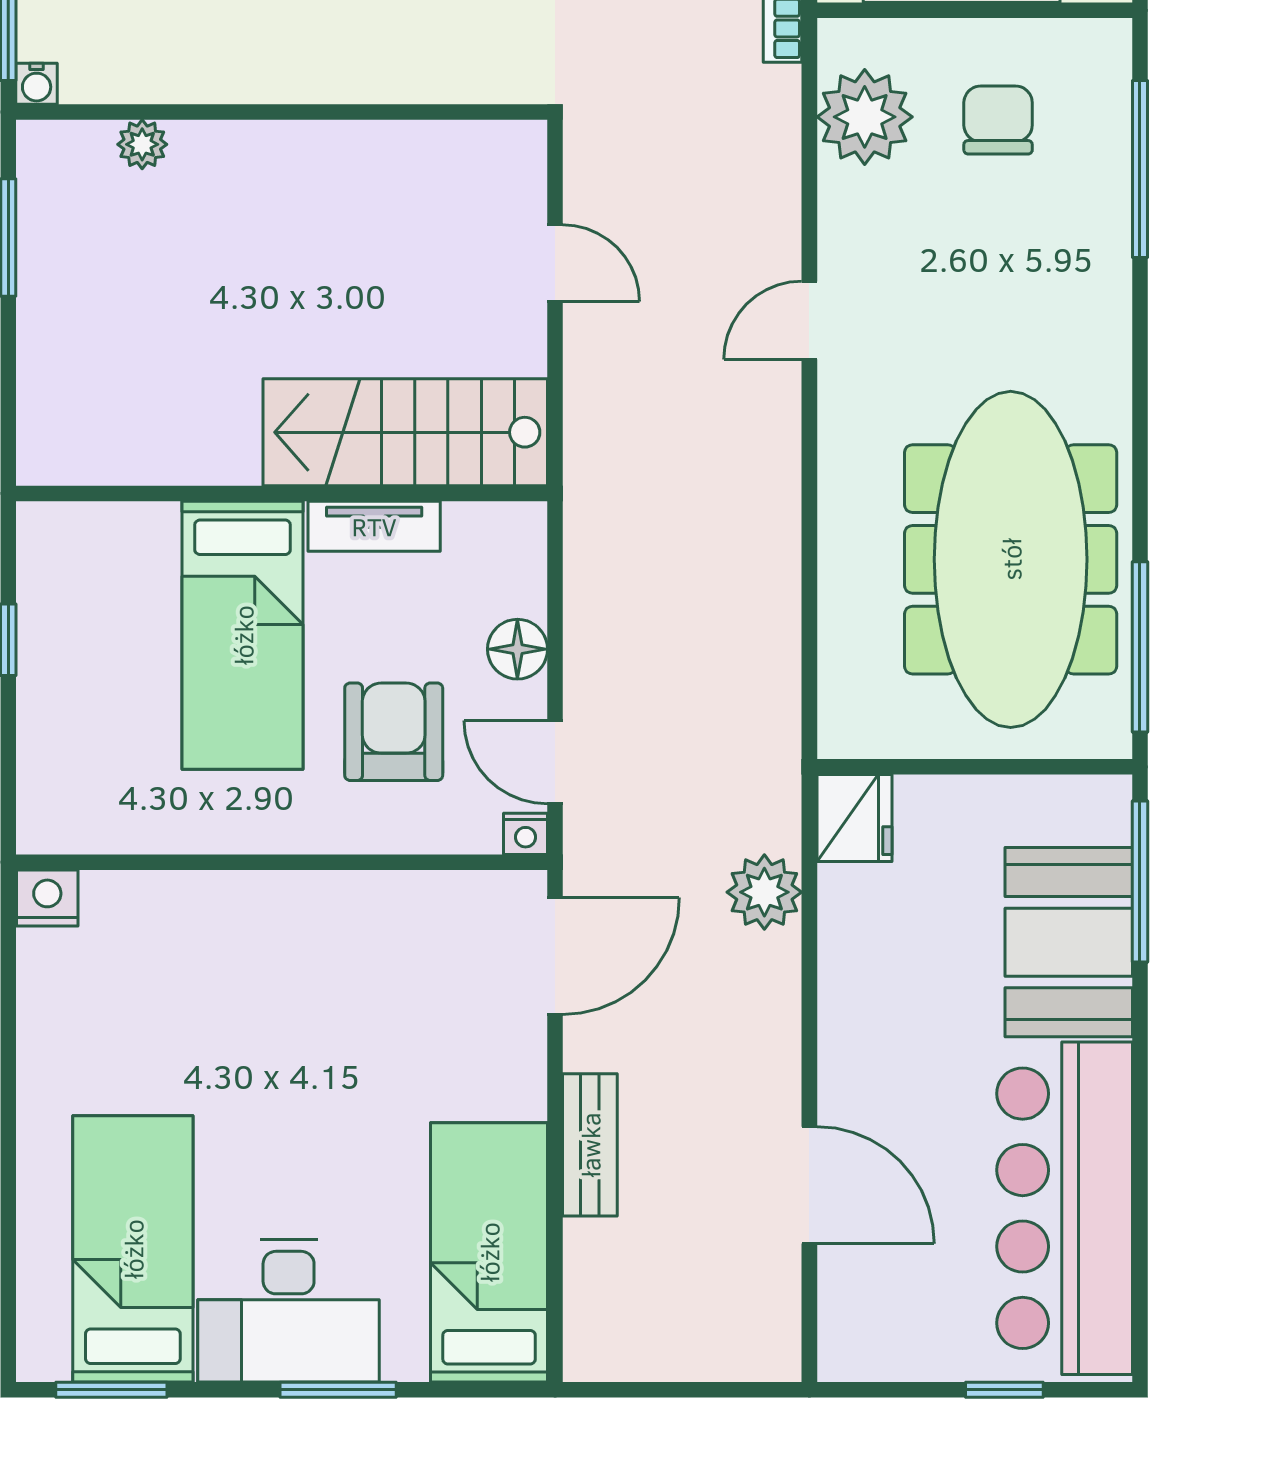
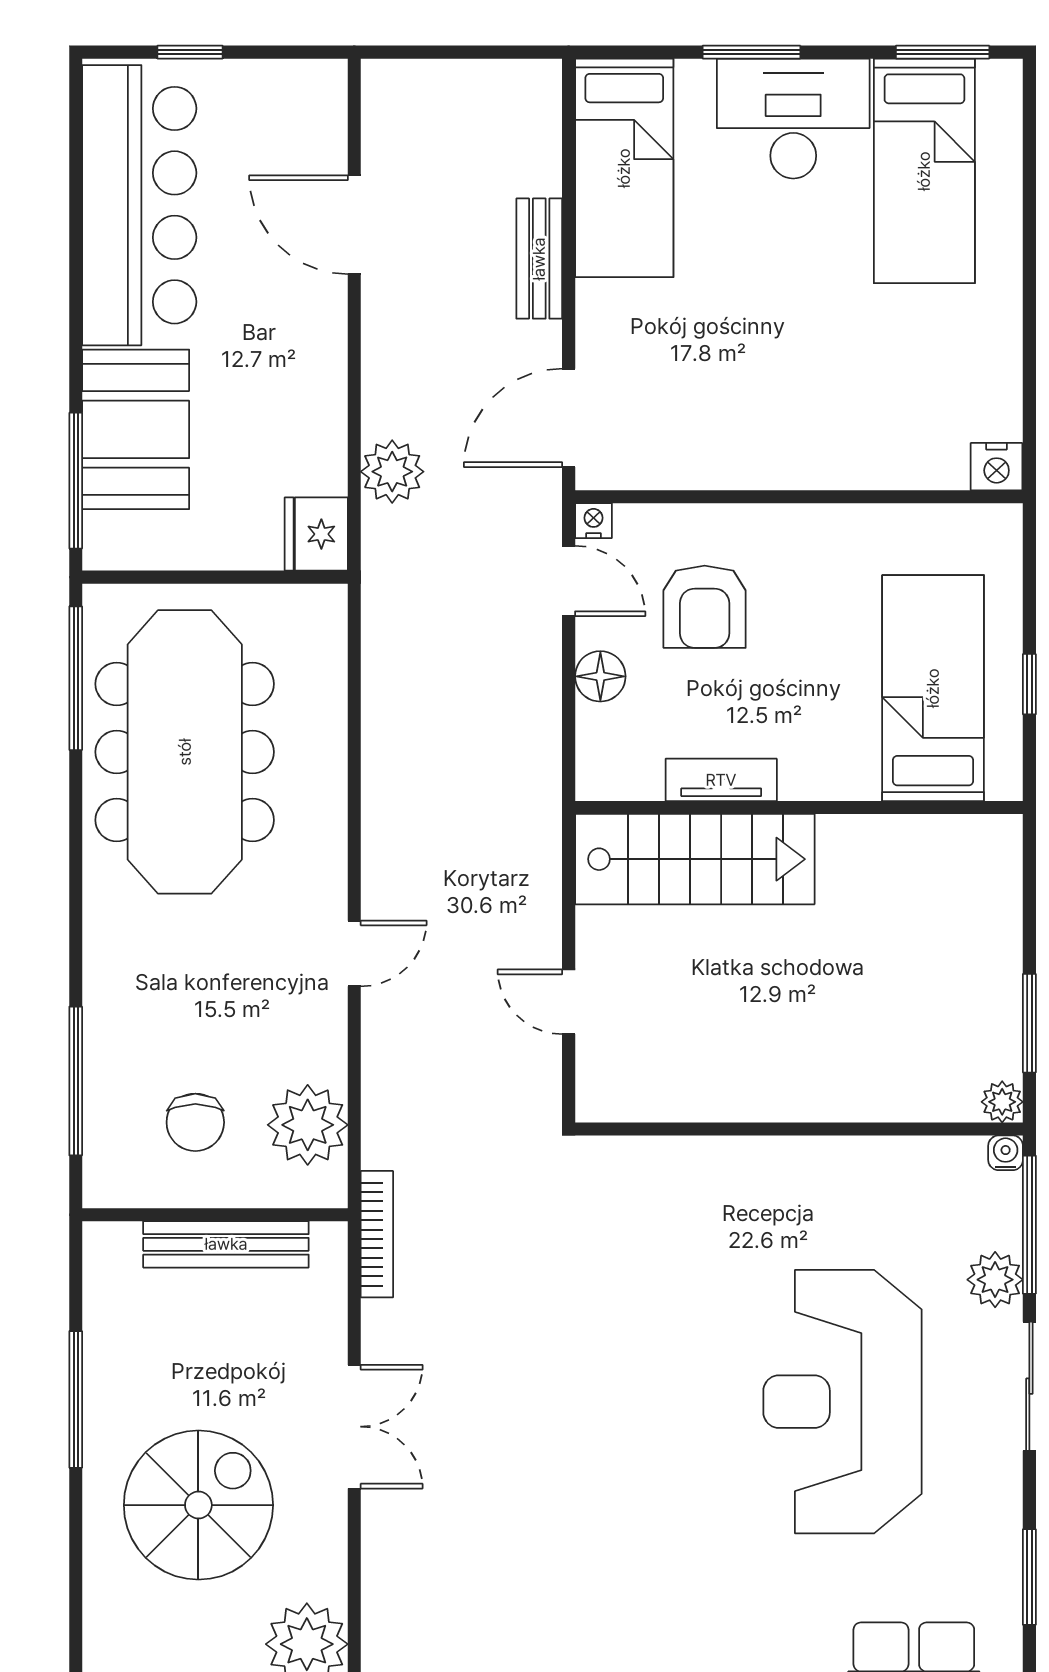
plant: (142, 144) -> (1002, 1102), moved
bed: (243, 635) -> (933, 688), moved

